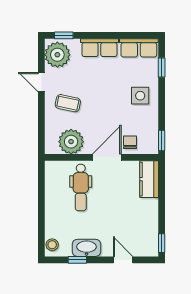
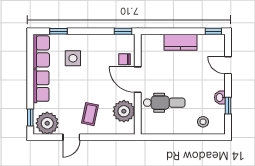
side table: (140, 96) -> (73, 58), moved
kitchen counter: (149, 179) -> (181, 42), moved
stool: (52, 245) -> (203, 122), moved
washbasin: (87, 248) -> (220, 98), width x0.52, depth x0.69
door: (123, 260) -> (228, 65), hinge flipped

